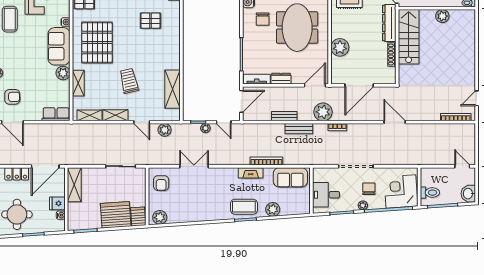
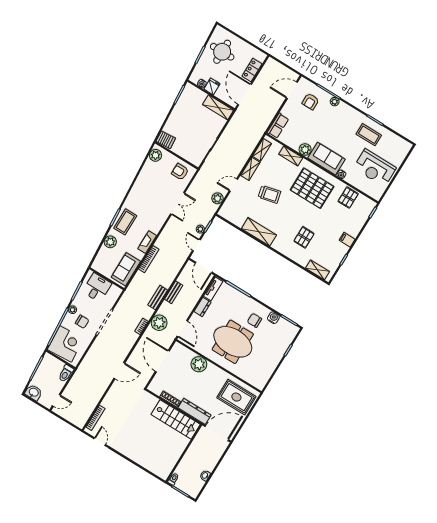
plant: (442, 16) -> (176, 454), removed
shelving: (172, 89) -> (259, 232), moved
door: (224, 122) -> (196, 245), hinge flipped
toilet: (430, 193) -> (66, 373), moved
server rack: (116, 215) -> (177, 124), removed

